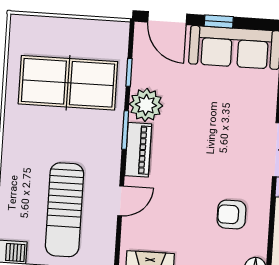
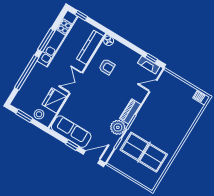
door: (167, 18) -> (92, 157), hinge flipped
door: (121, 201) -> (153, 86), moved
sun lounger: (64, 210) -> (171, 103), removed

